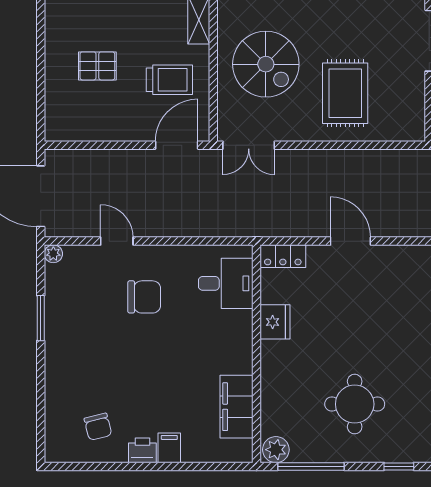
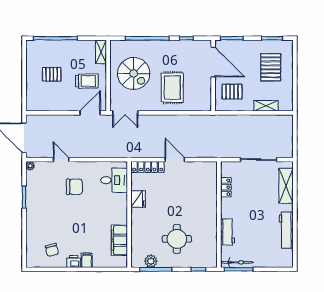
locker: (283, 256) -> (148, 167), width x1.53
plant: (276, 450) -> (151, 261), moved

